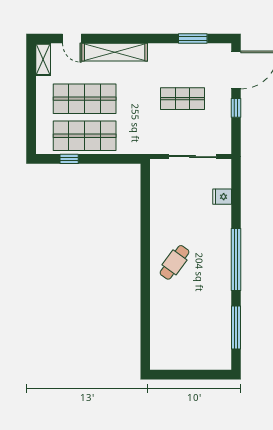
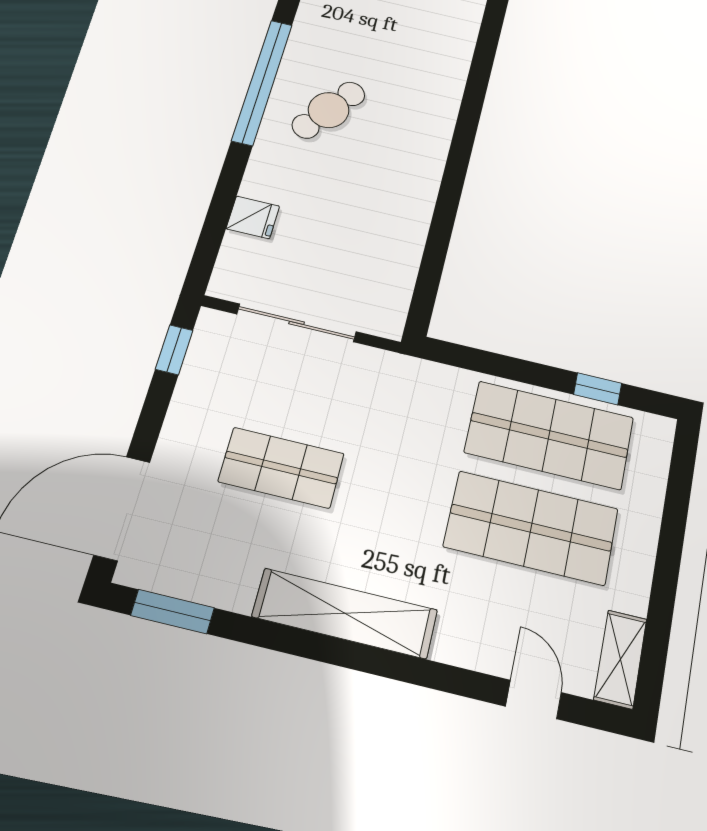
window: (193, 38) -> (173, 612), moved
shelving: (115, 52) -> (345, 613), moved
window: (236, 108) -> (174, 350), moved
cafe table: (174, 262) -> (329, 110), moved

